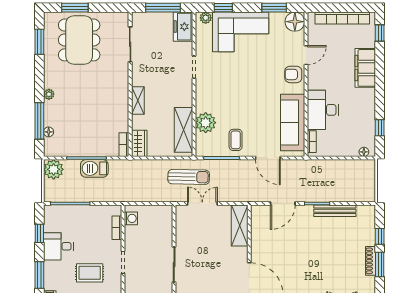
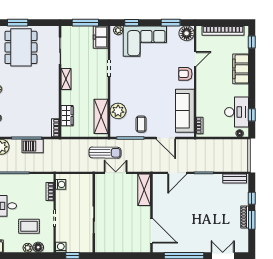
shelving: (138, 101) -> (66, 79), moved
desk: (323, 110) -> (237, 112), moved, turned 180
wardrobe: (139, 143) -> (67, 116), moved
bench: (335, 211) -> (235, 179), moved, width x0.73

